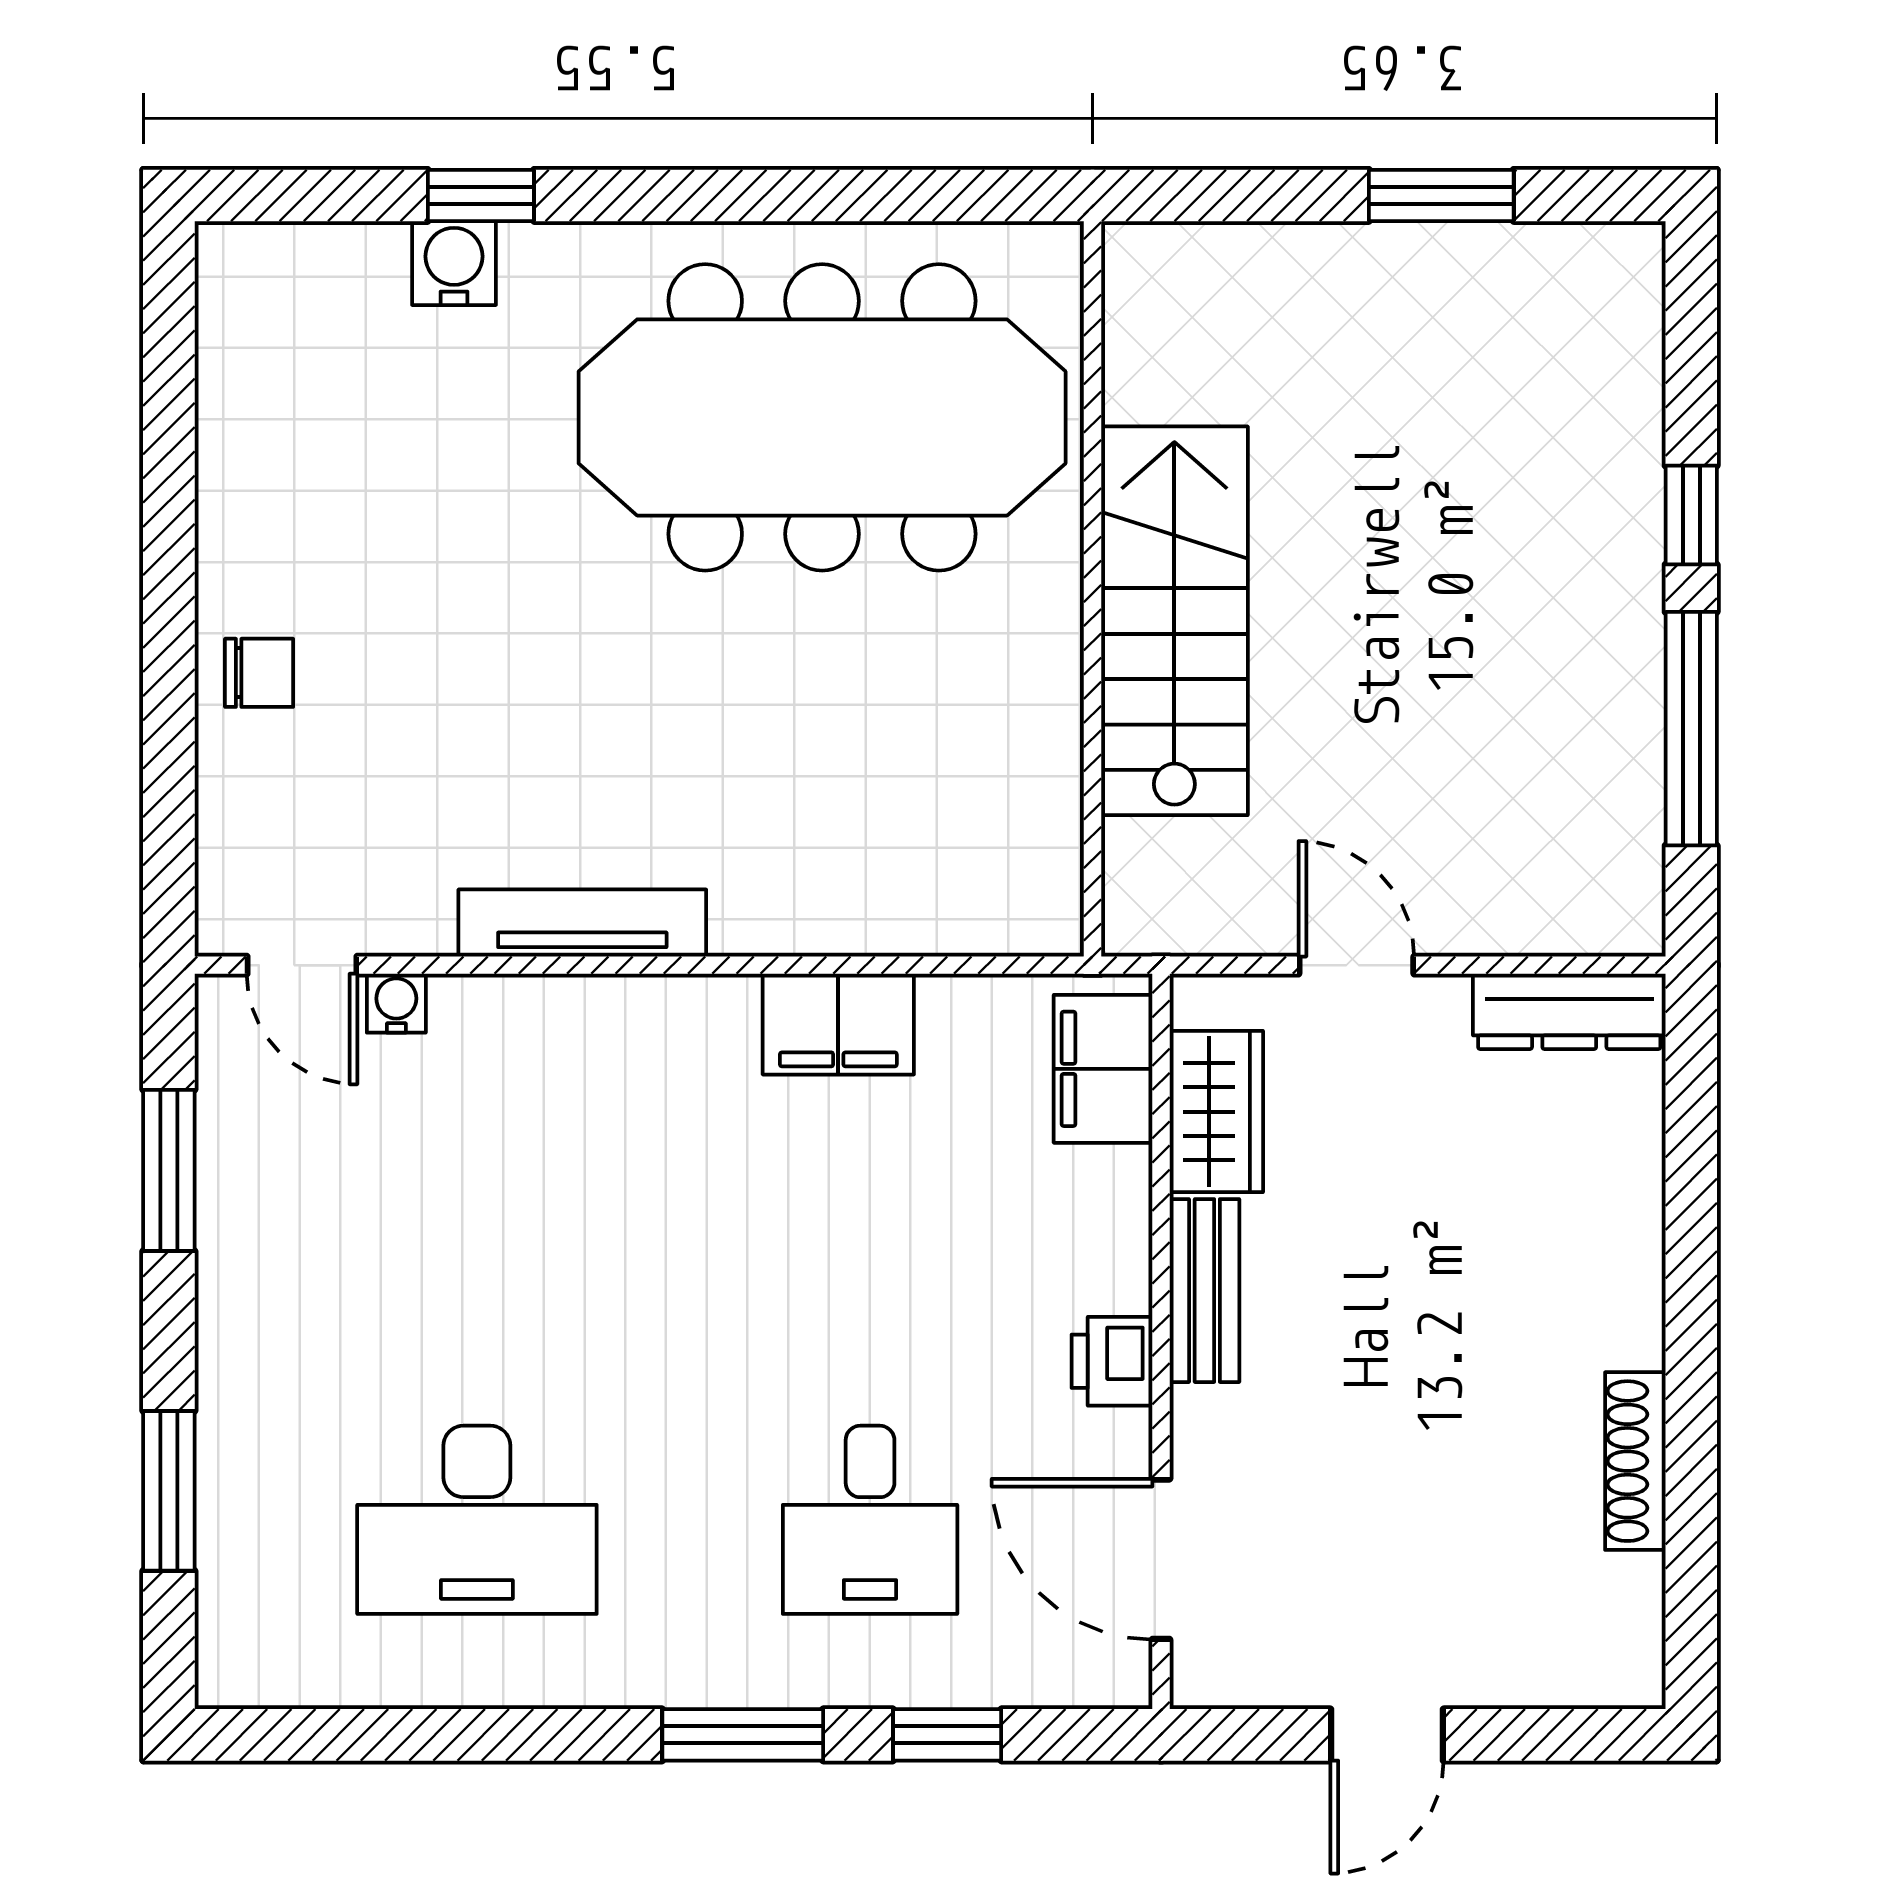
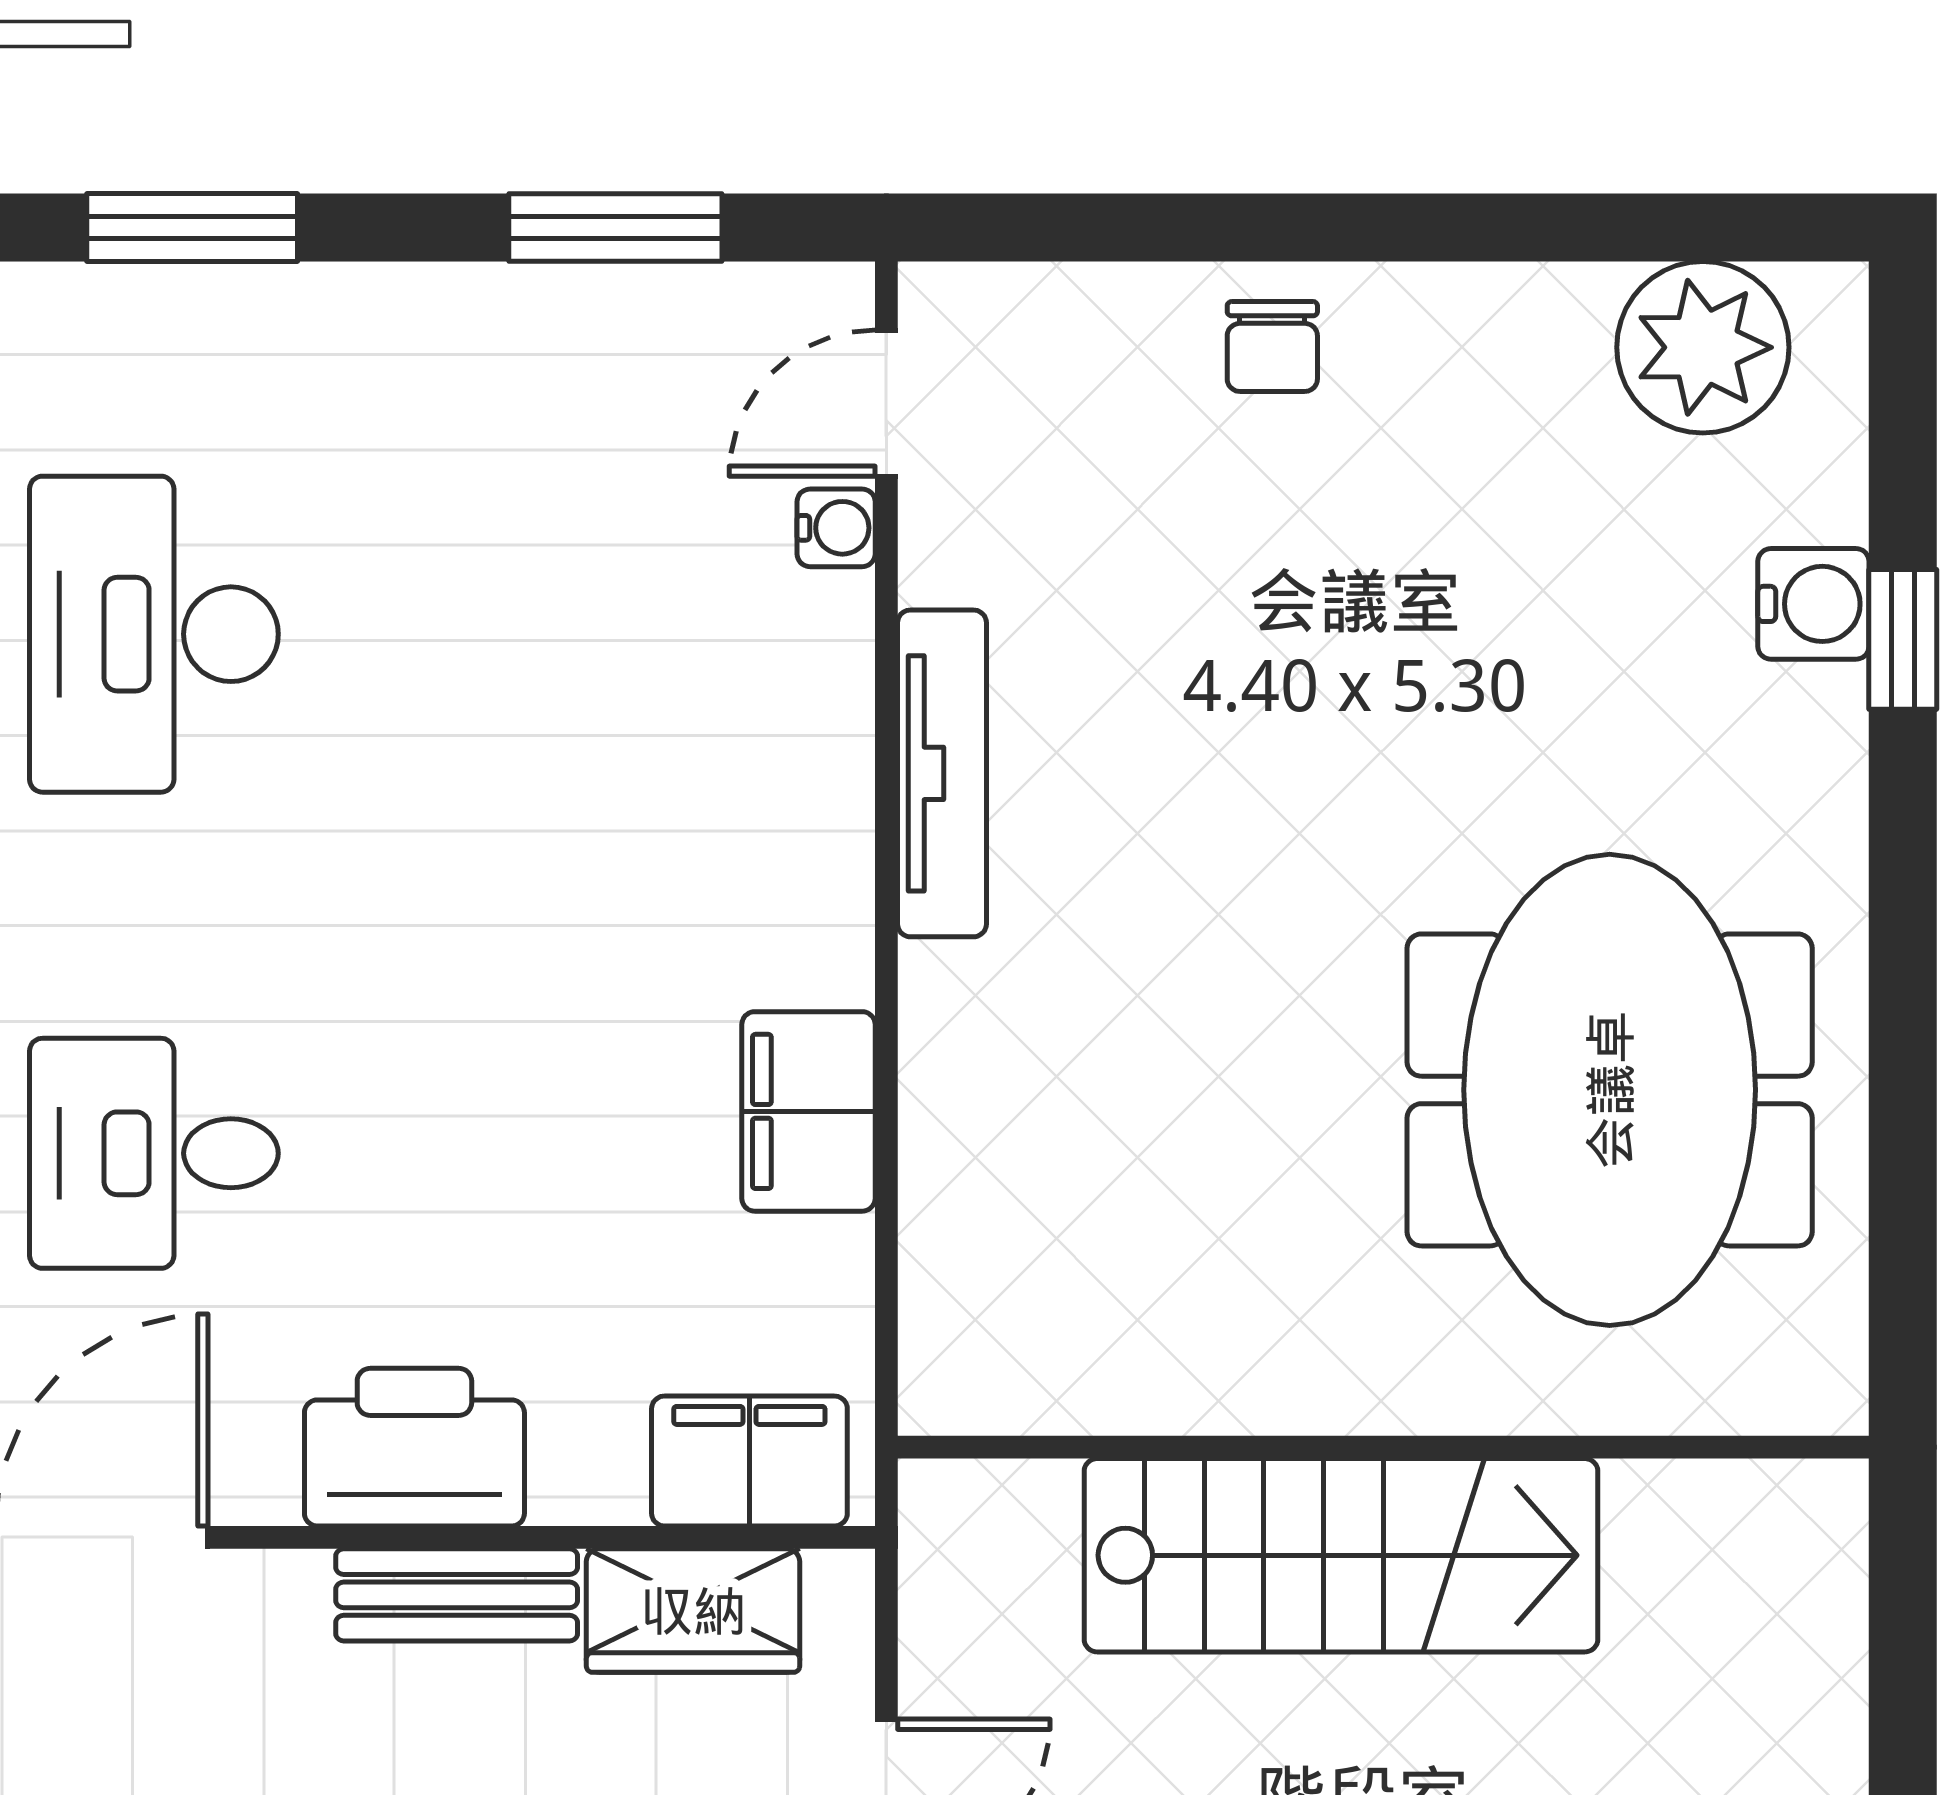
plant: (260, 347) -> (1703, 347), added
meeting table: (822, 417) -> (1610, 1090), width x0.73
printer: (1112, 1361) -> (414, 1447), width x1.87, depth x1.48

